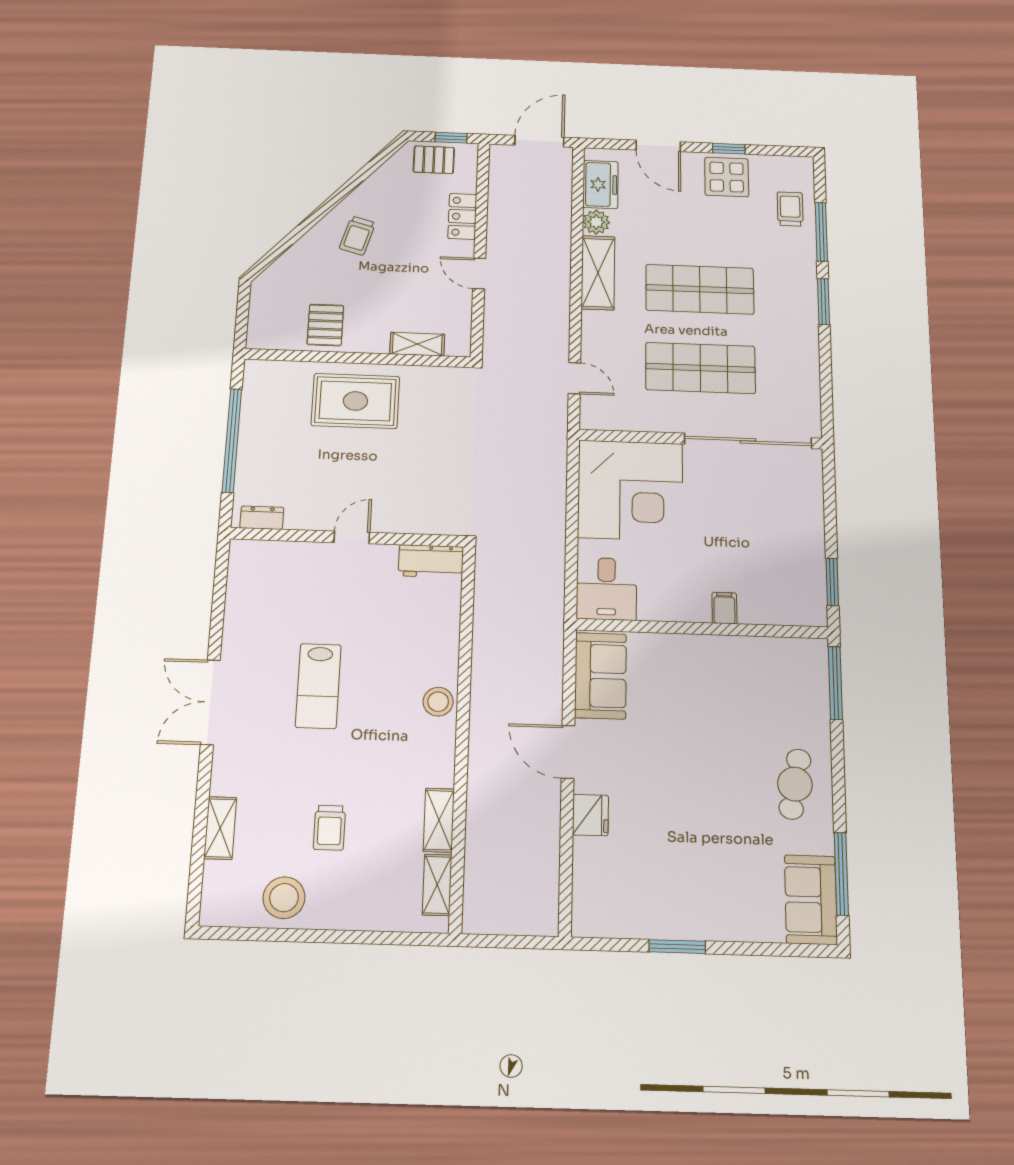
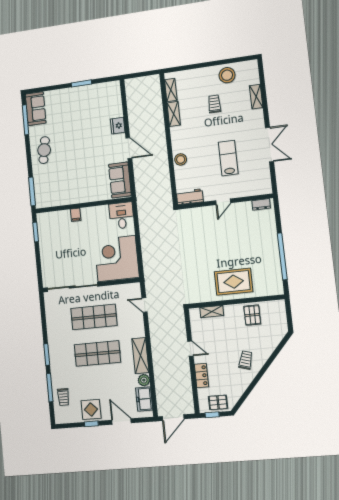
dresser: (262, 518) -> (261, 204), moved
wall: (347, 537) -> (225, 201), moved
door: (352, 537) -> (223, 202), moved
workbench: (431, 561) -> (190, 197), moved

